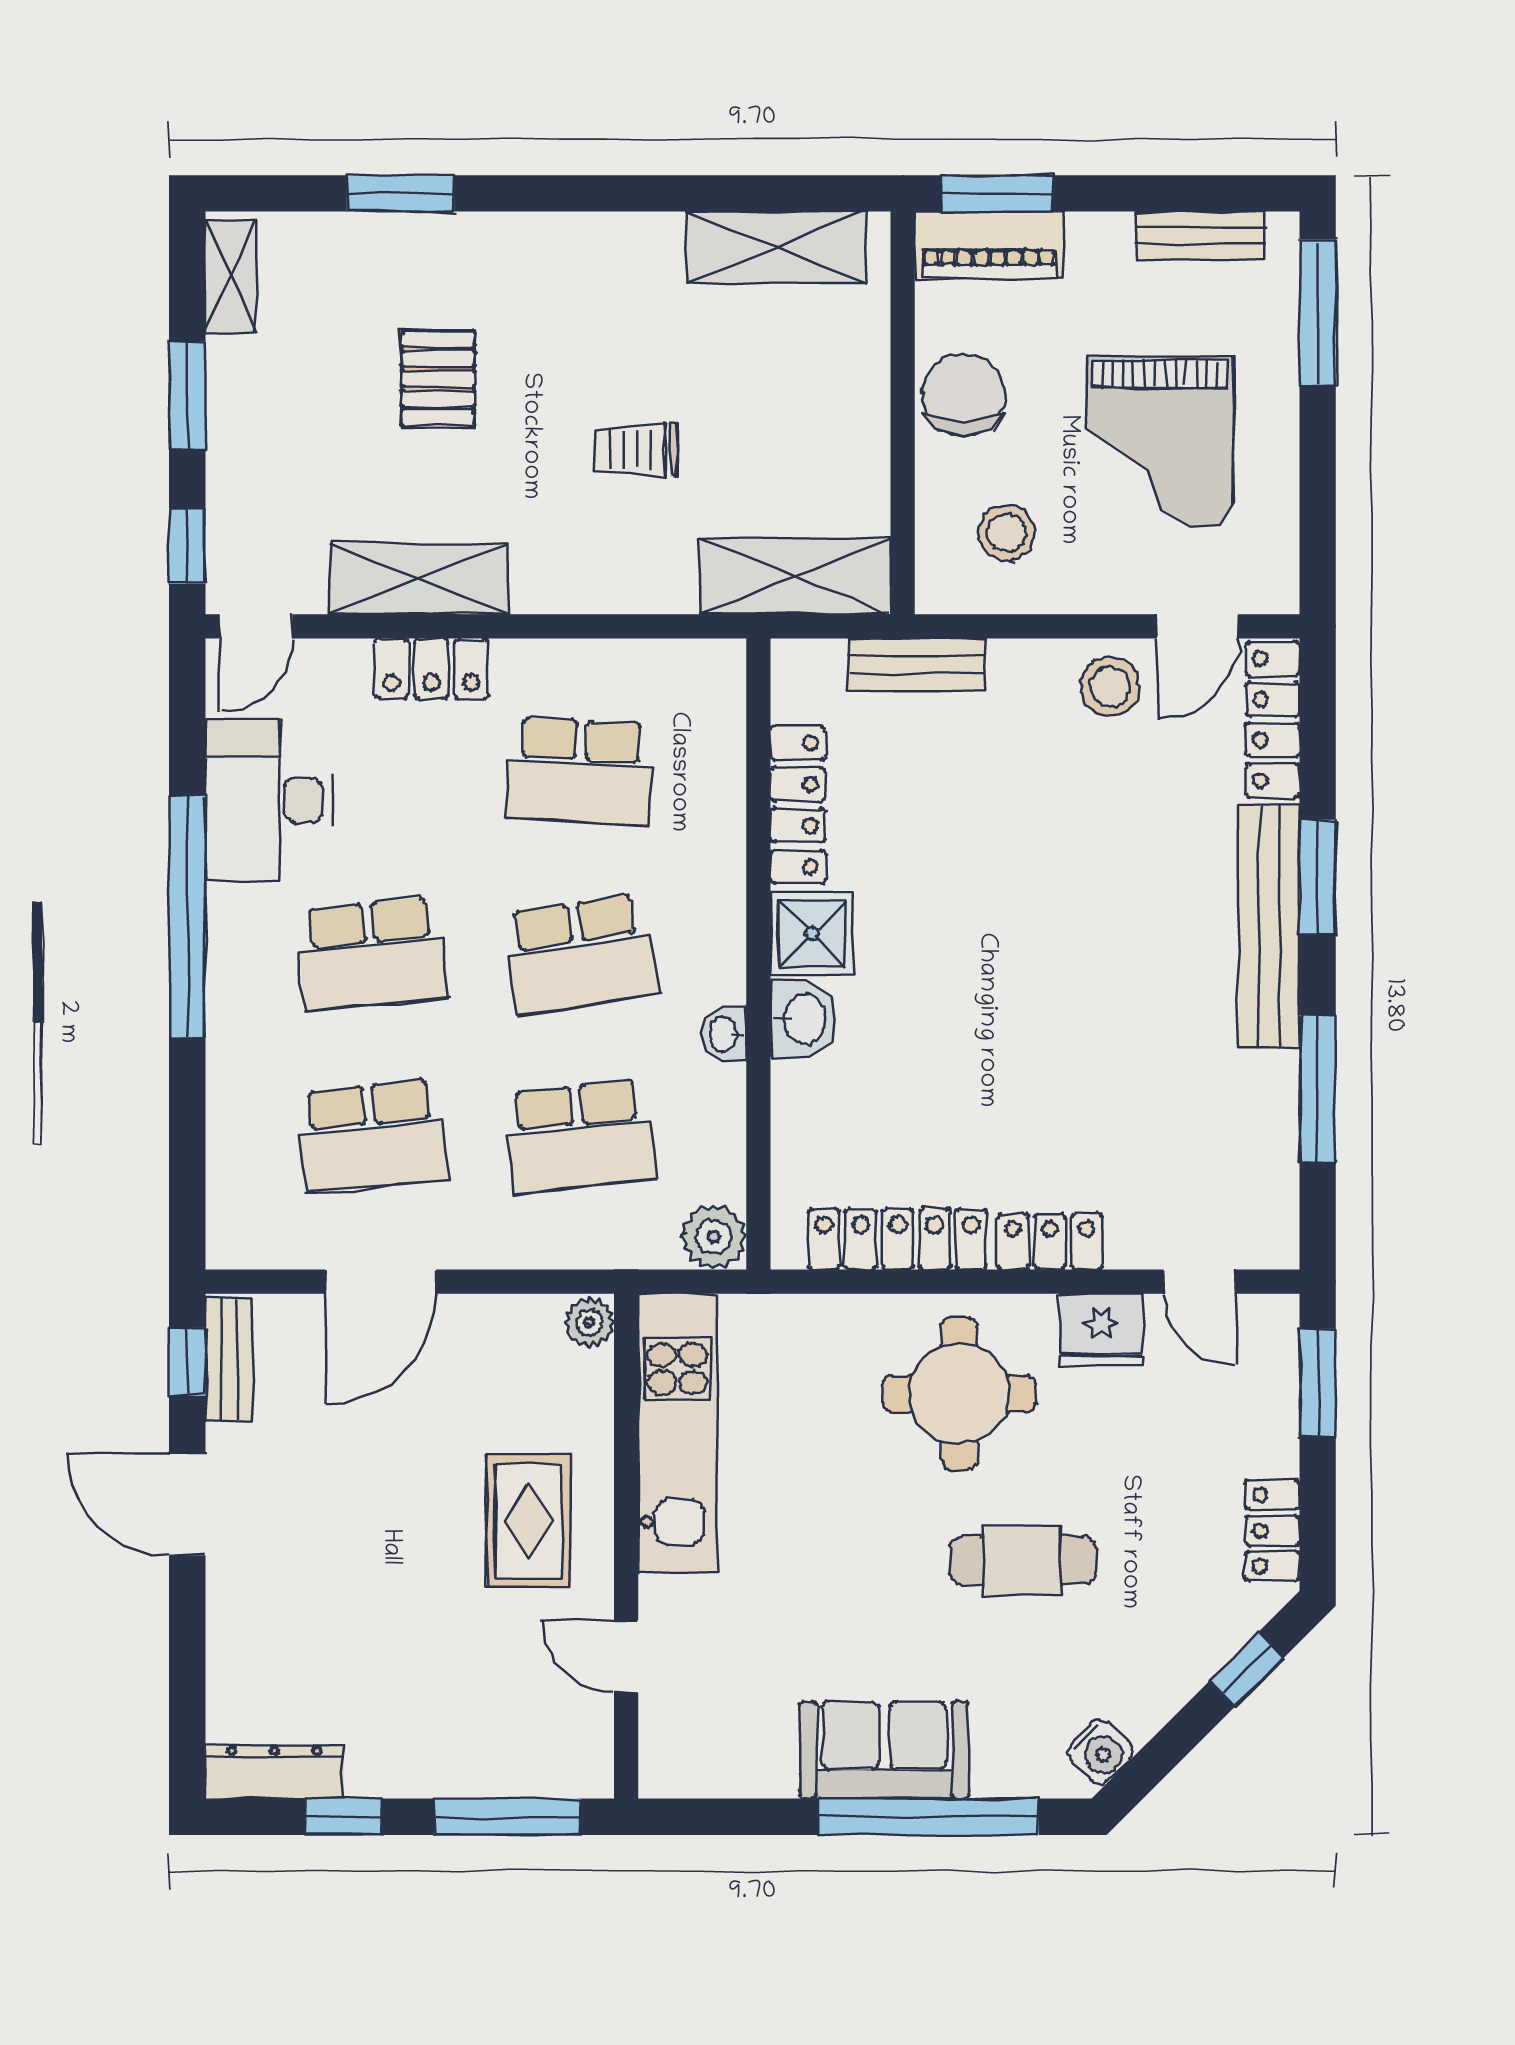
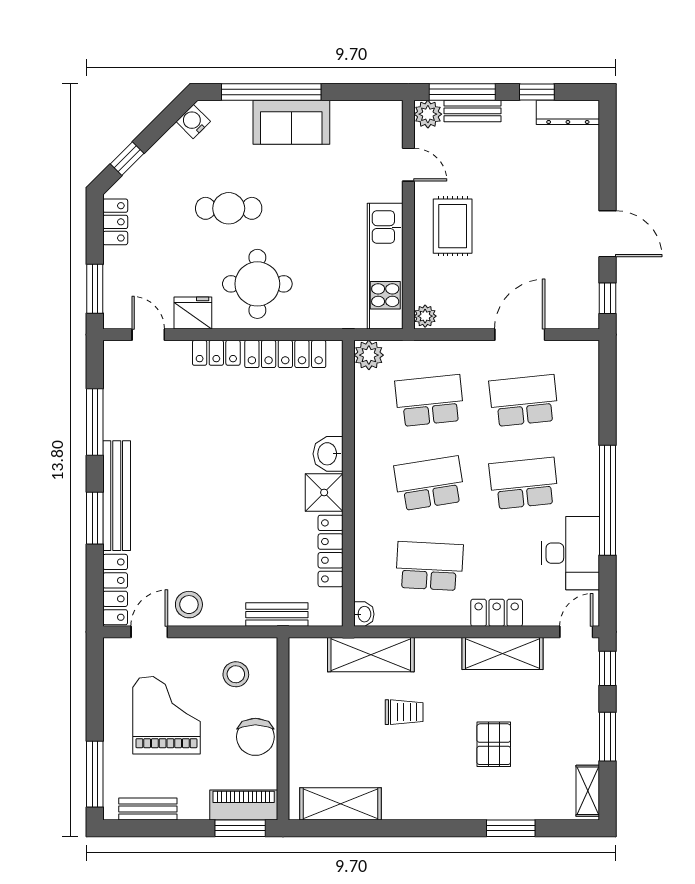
shelving: (795, 576) -> (371, 655), moved
washbasin: (724, 1034) -> (364, 614), moved
bench: (229, 1360) -> (472, 111), moved, turned 90
plant: (583, 1768) -> (428, 114), added

